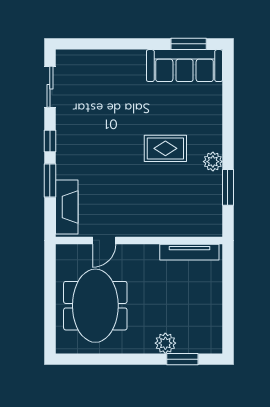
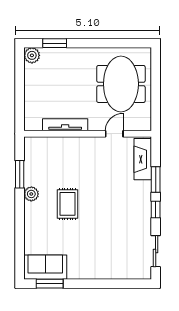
sofa: (185, 66) -> (45, 267), width x0.73
rug: (165, 148) -> (68, 204), turned 90
tv unit: (189, 252) -> (65, 125), moved
plant: (165, 343) -> (32, 55), moved

